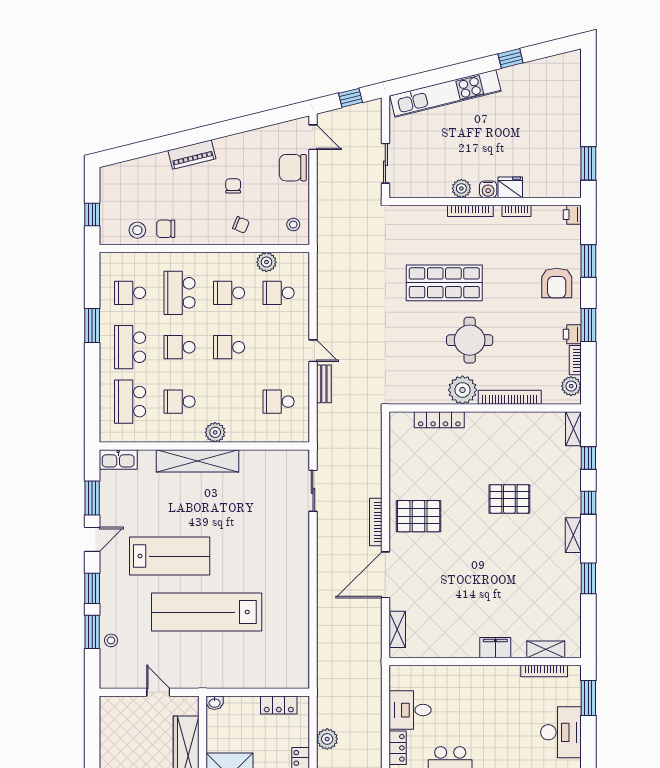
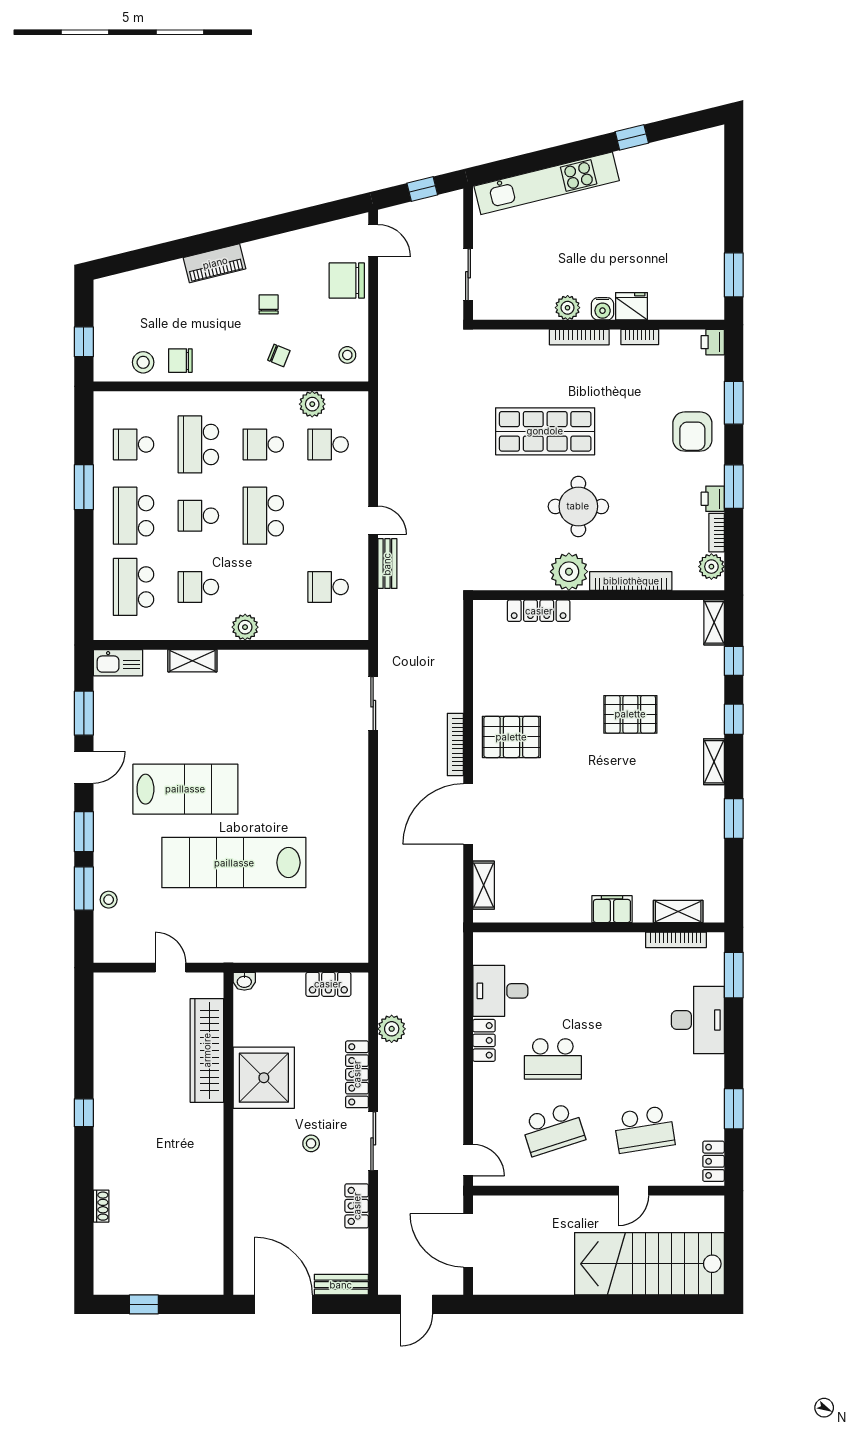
school desk: (229, 347) -> (263, 516), width x1.85
shelving: (197, 461) -> (192, 661), width x0.45, depth x0.75

